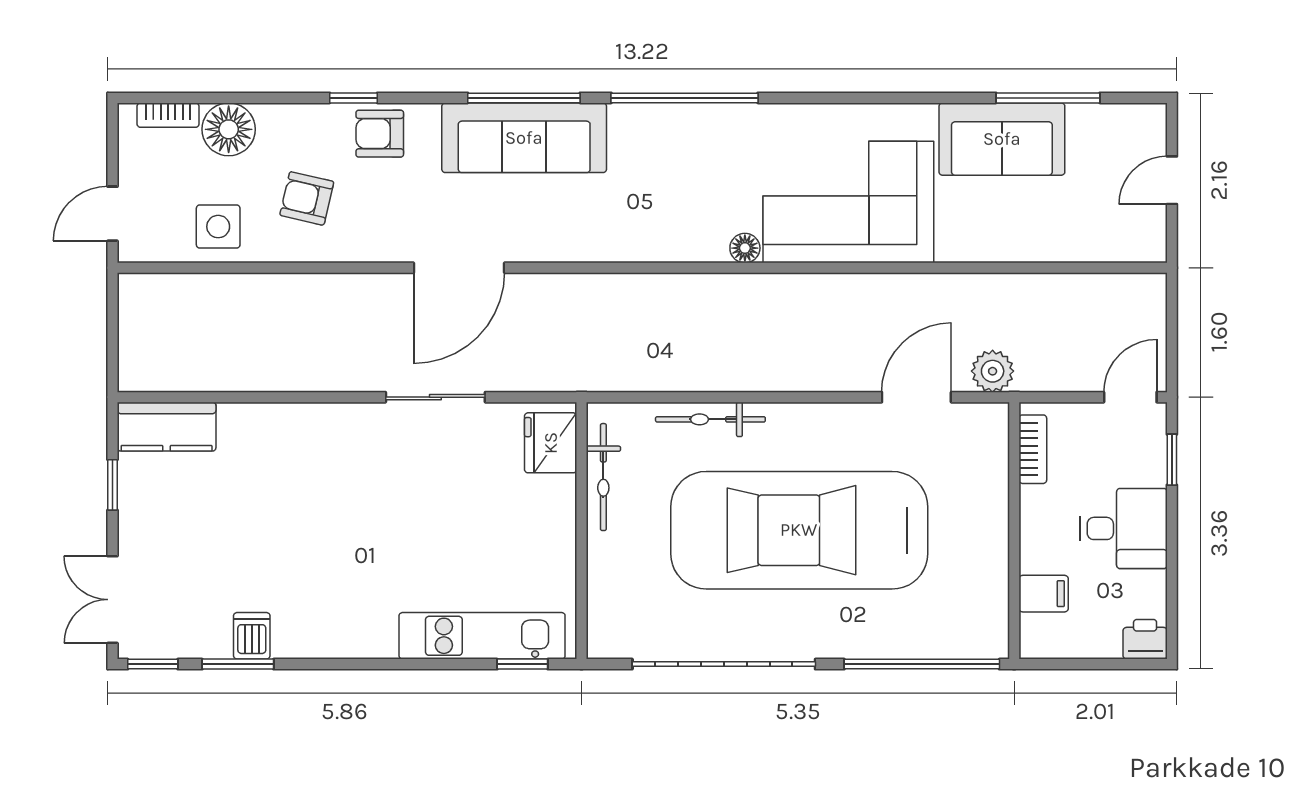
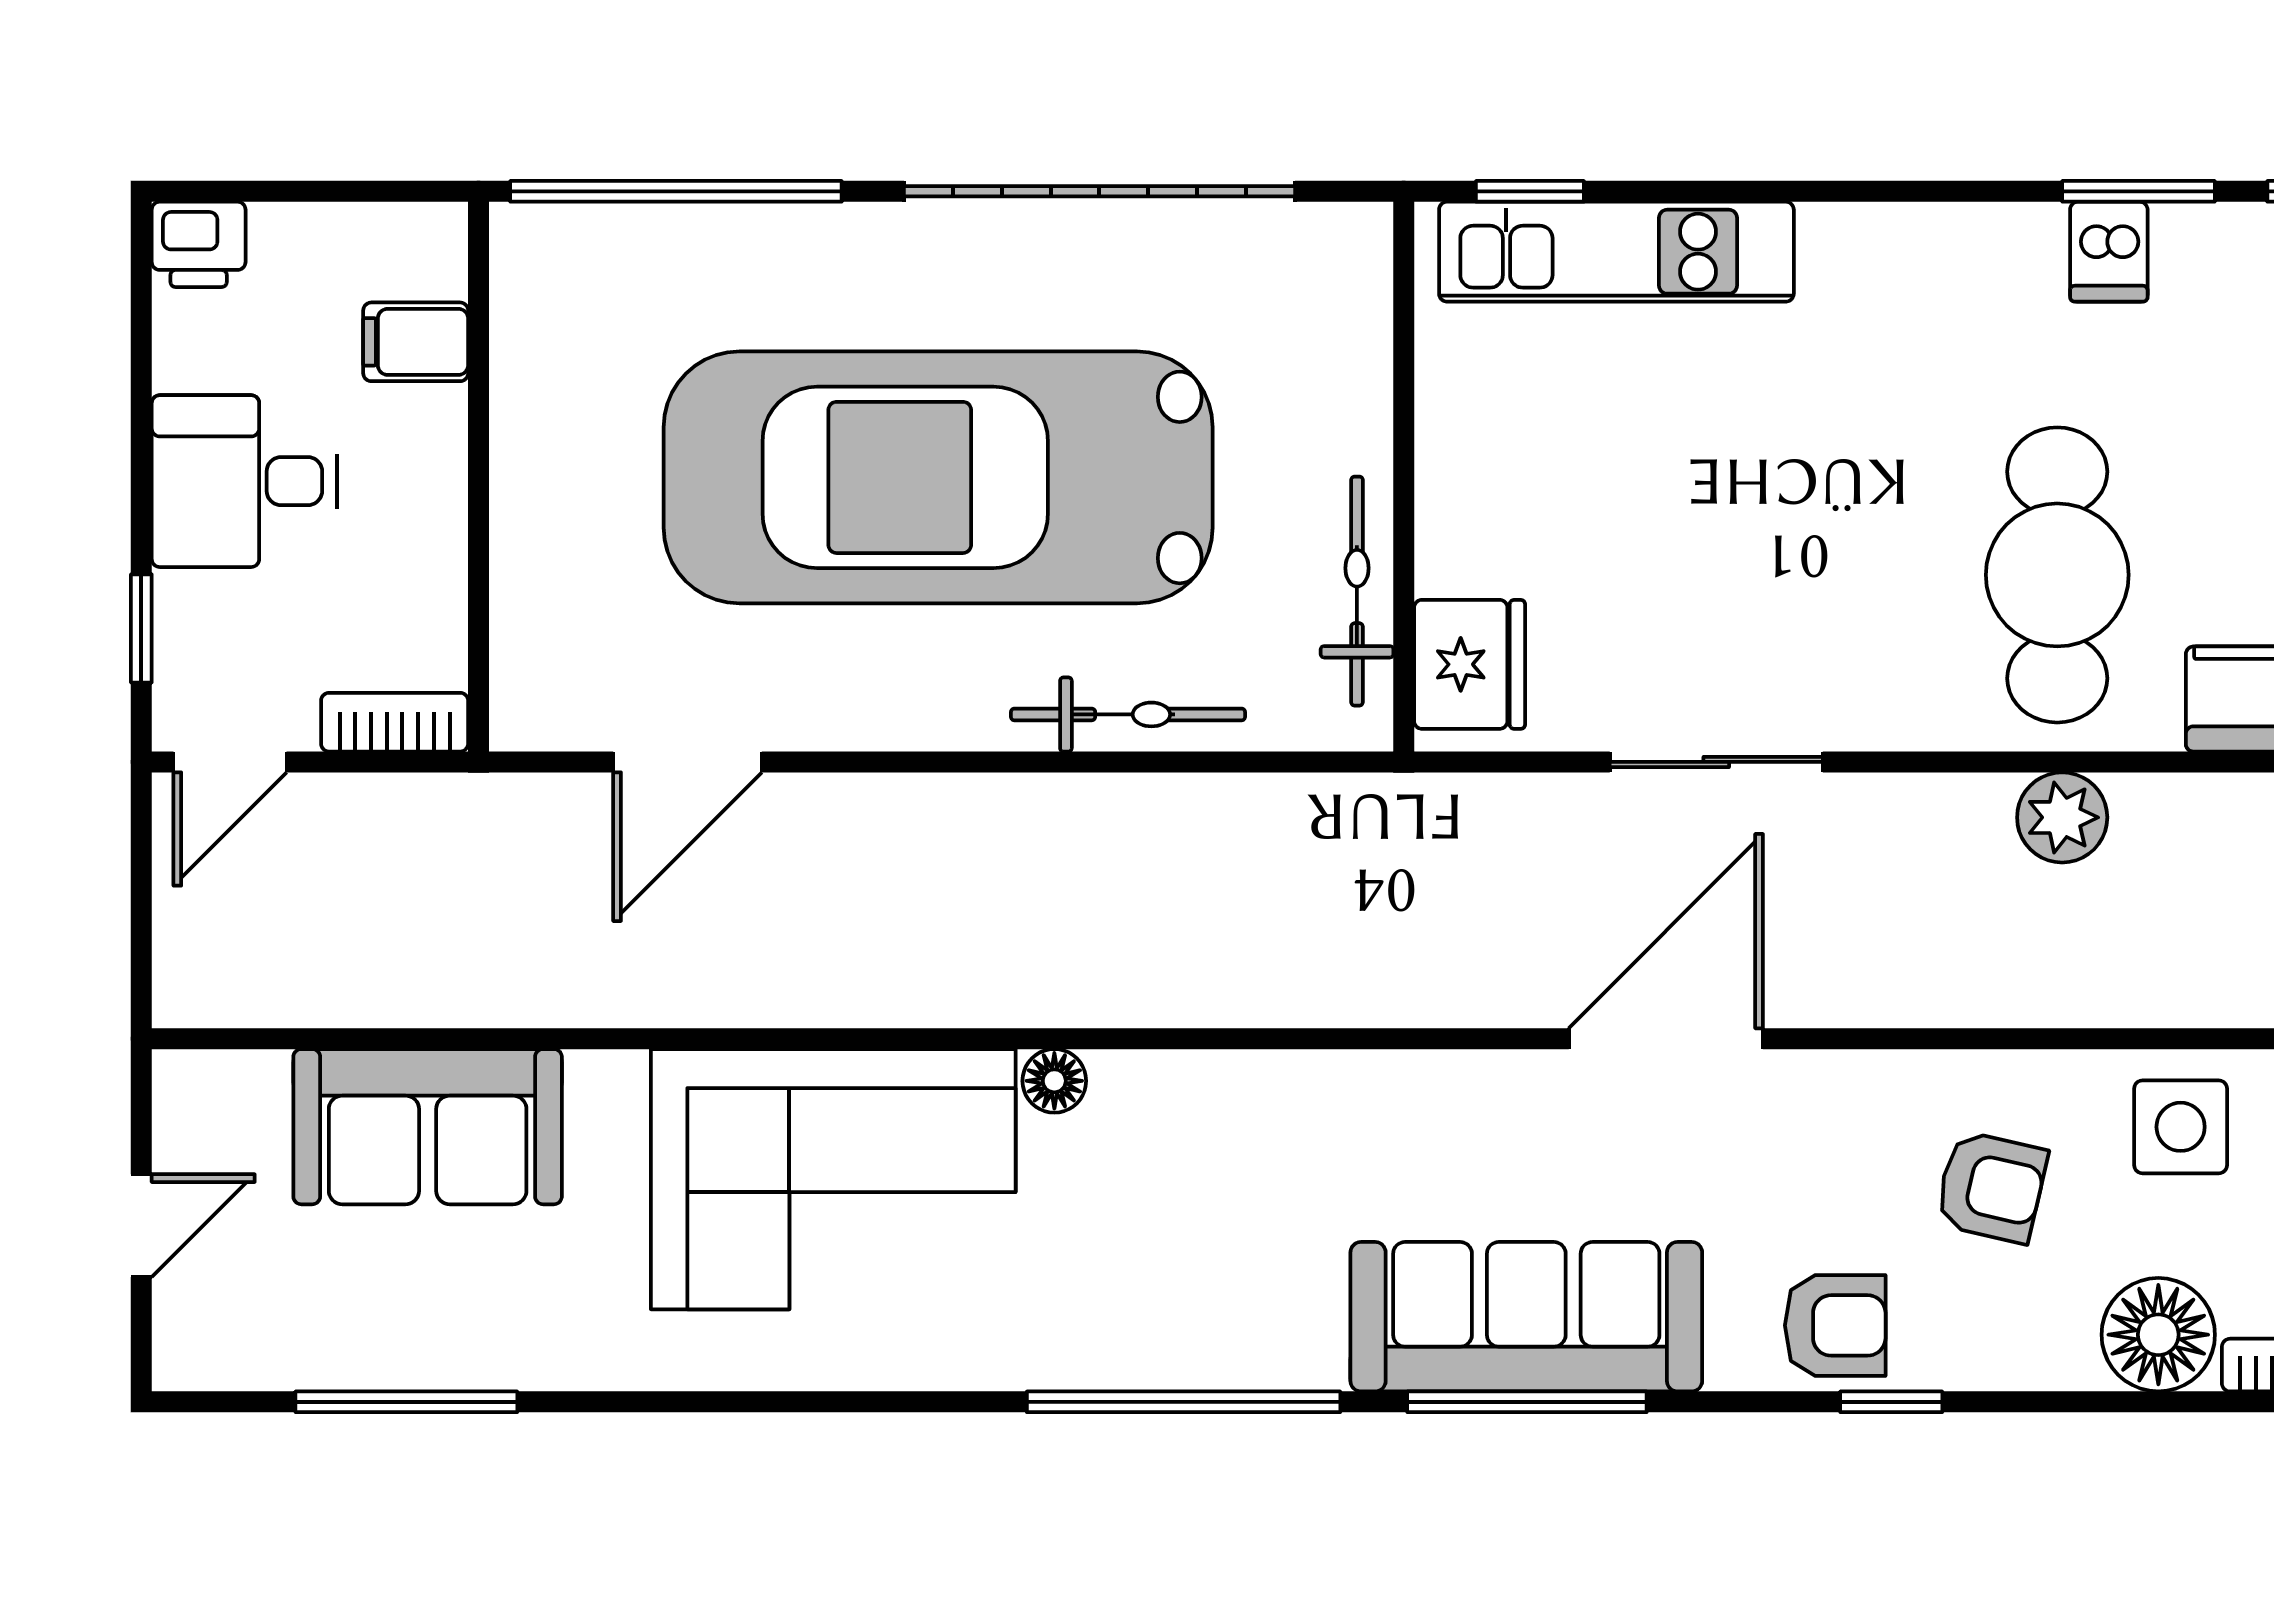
sofa: (1002, 139) -> (428, 1127), moved, turned 180
plant: (993, 371) -> (2062, 817), moved
bookcase: (1033, 449) -> (395, 722), moved, turned 90
cafe table: (276, 485) -> (2057, 575), added
car: (799, 530) -> (938, 477), turned 180

